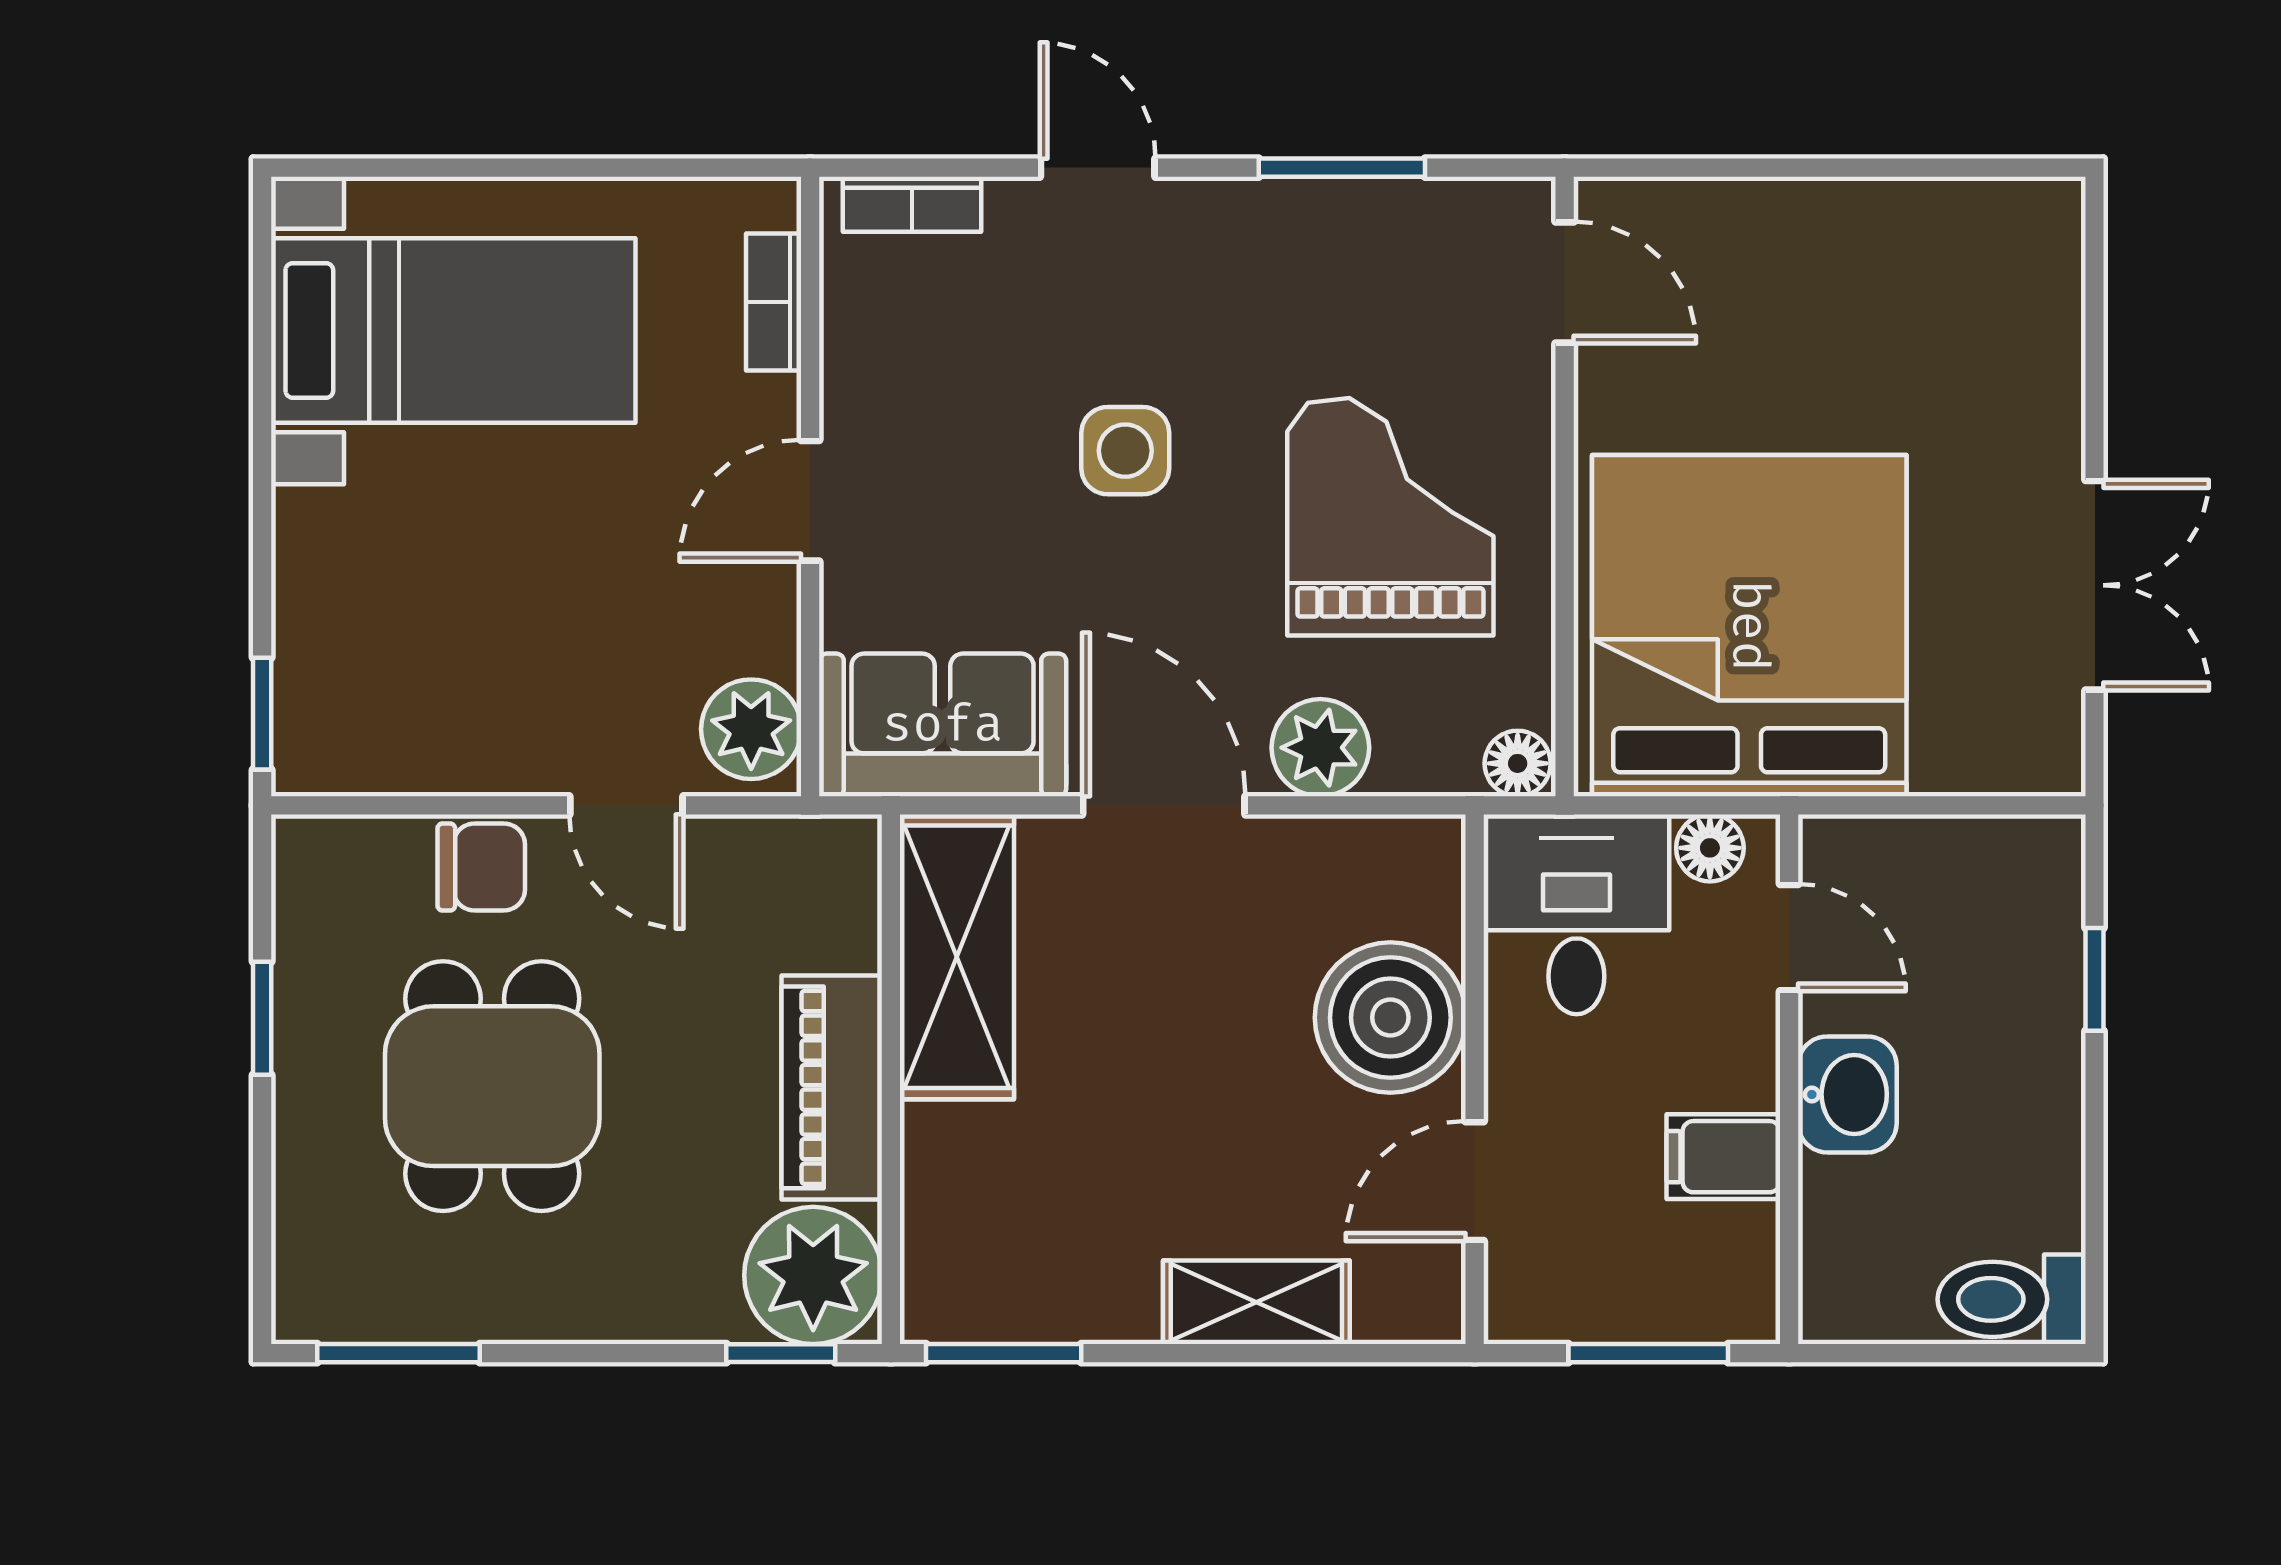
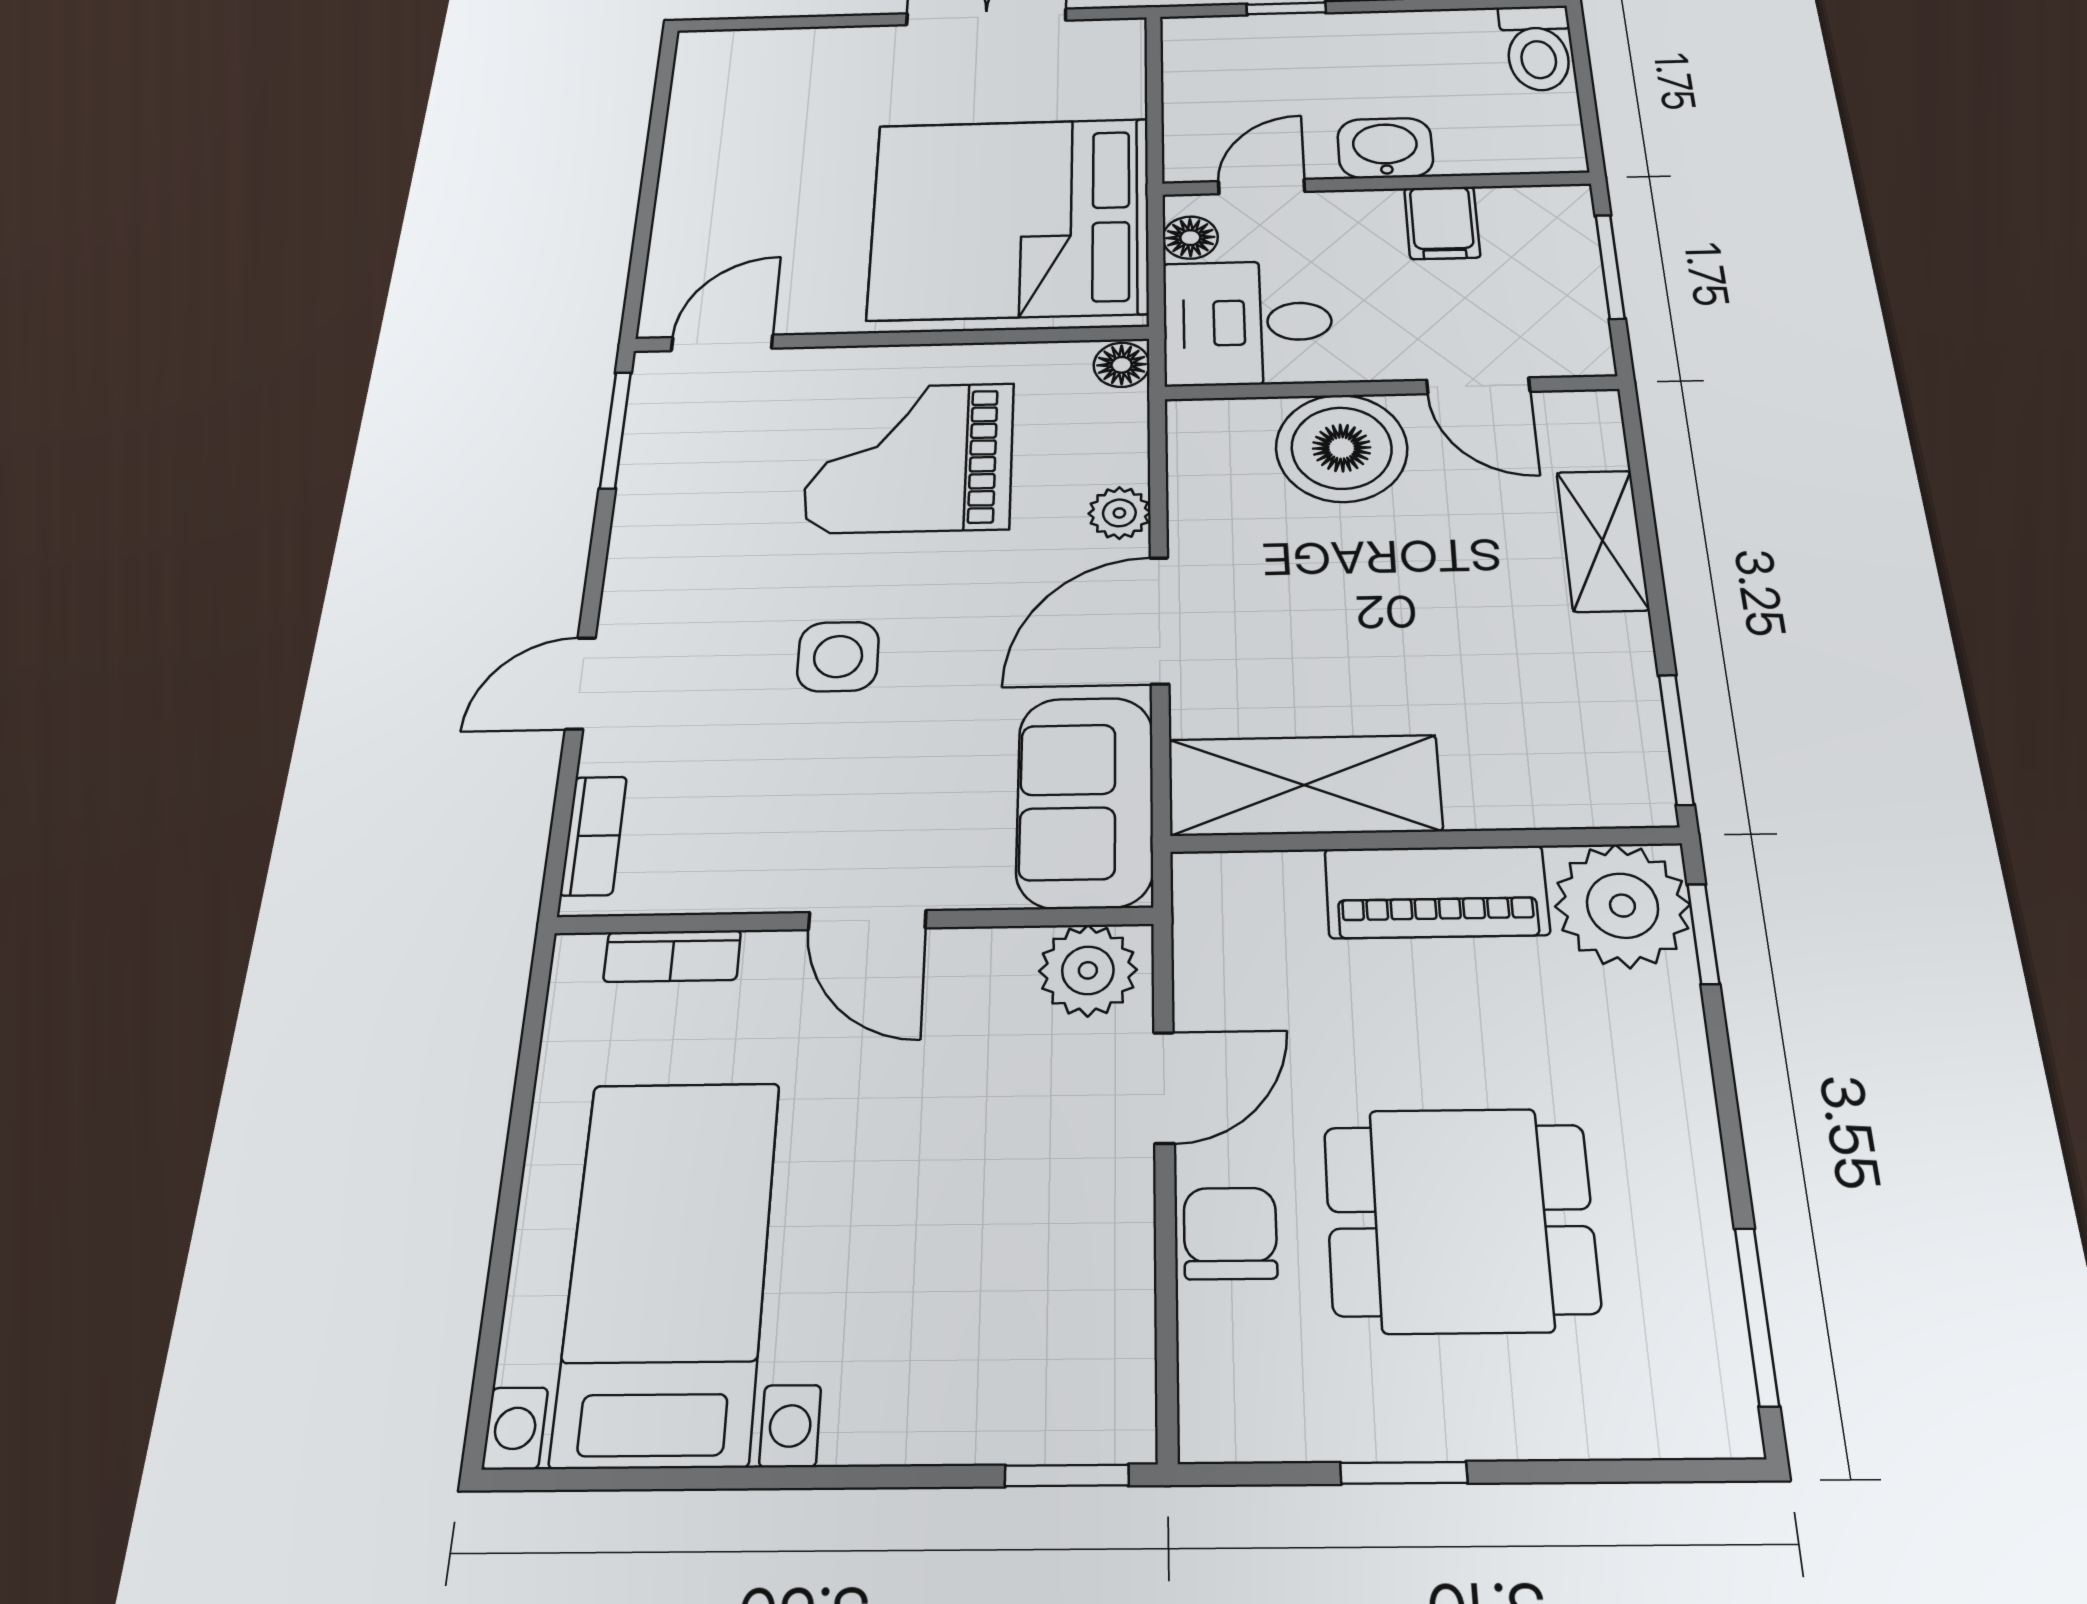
window: (1342, 168) -> (615, 430), moved
plant: (1320, 748) -> (1119, 513), width x0.73, depth x0.73

